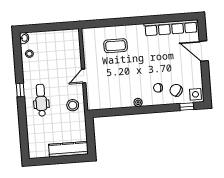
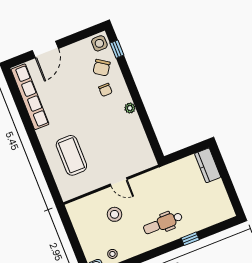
coffee table: (116, 46) -> (71, 155), width x1.36, depth x1.32
window: (20, 90) -> (190, 239), moved
stool: (73, 105) -> (115, 214), moved
kitchen counter: (69, 149) -> (208, 165), width x0.67

